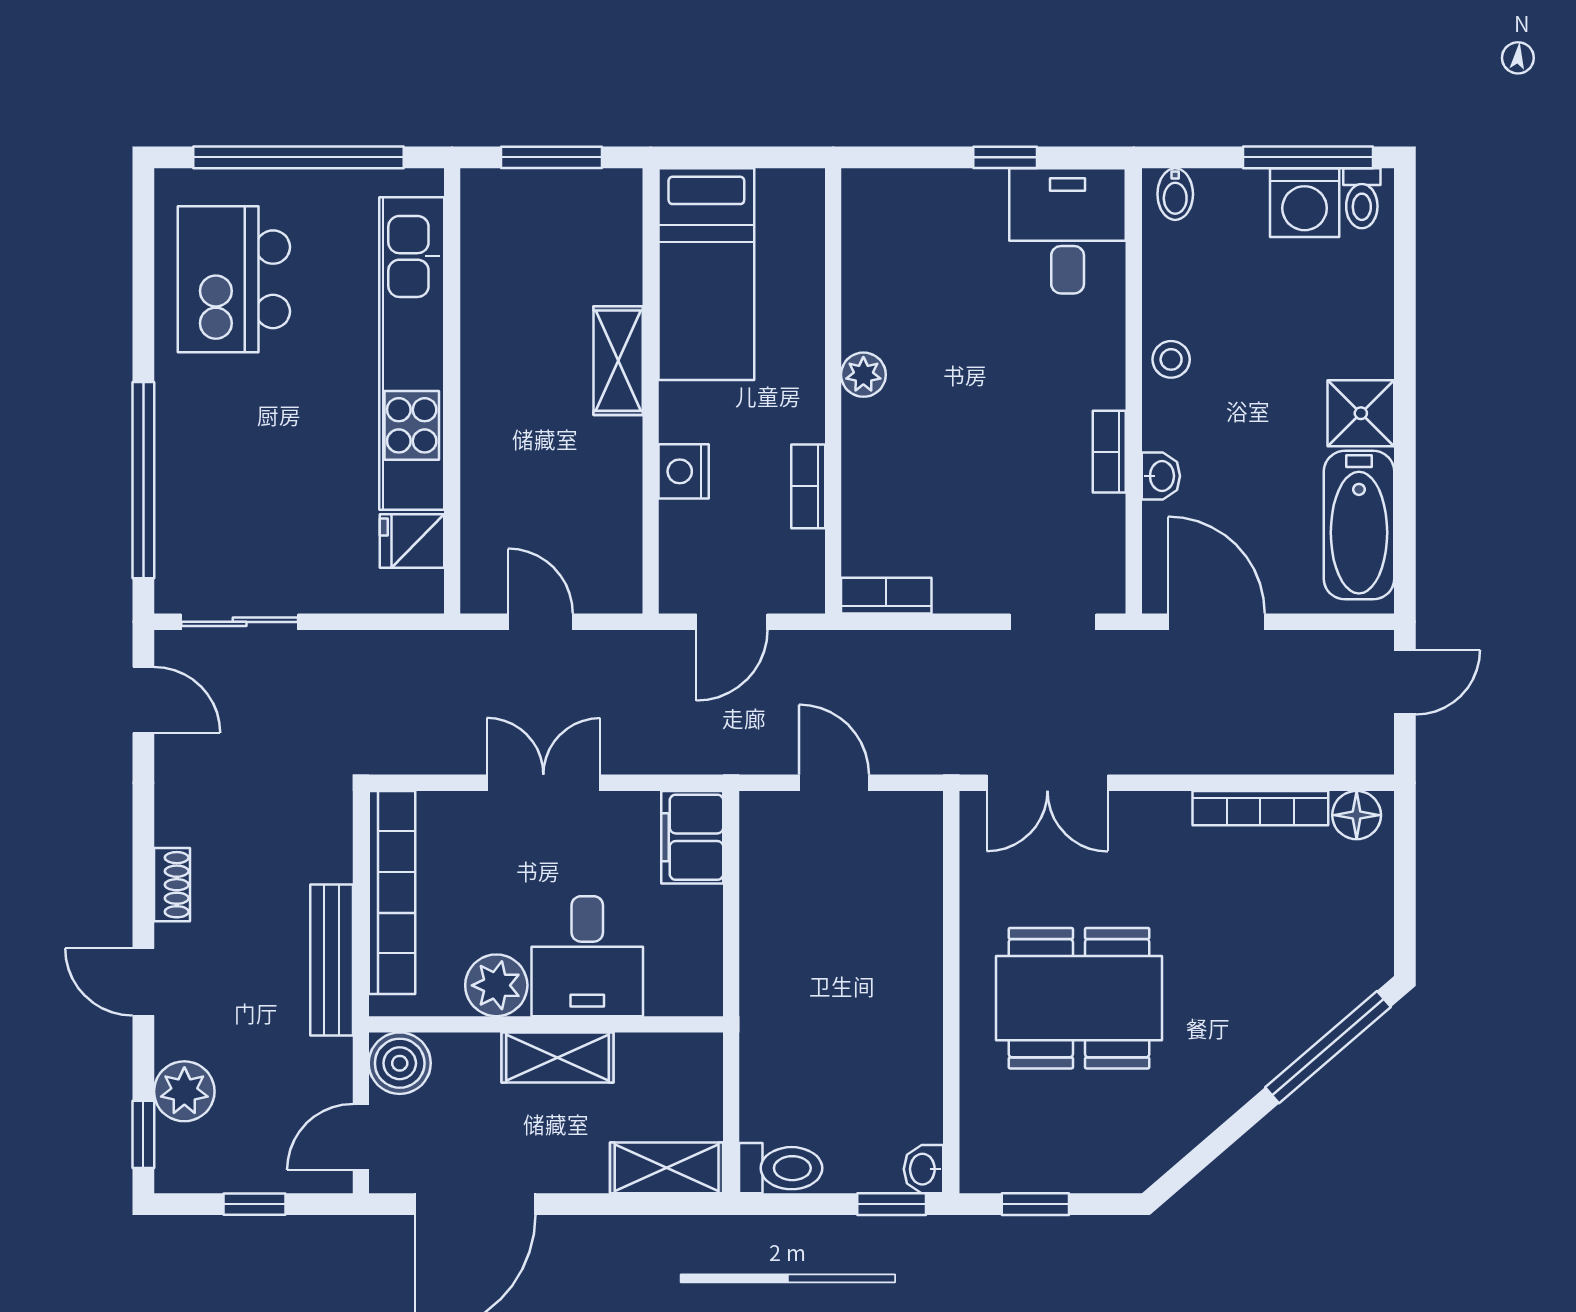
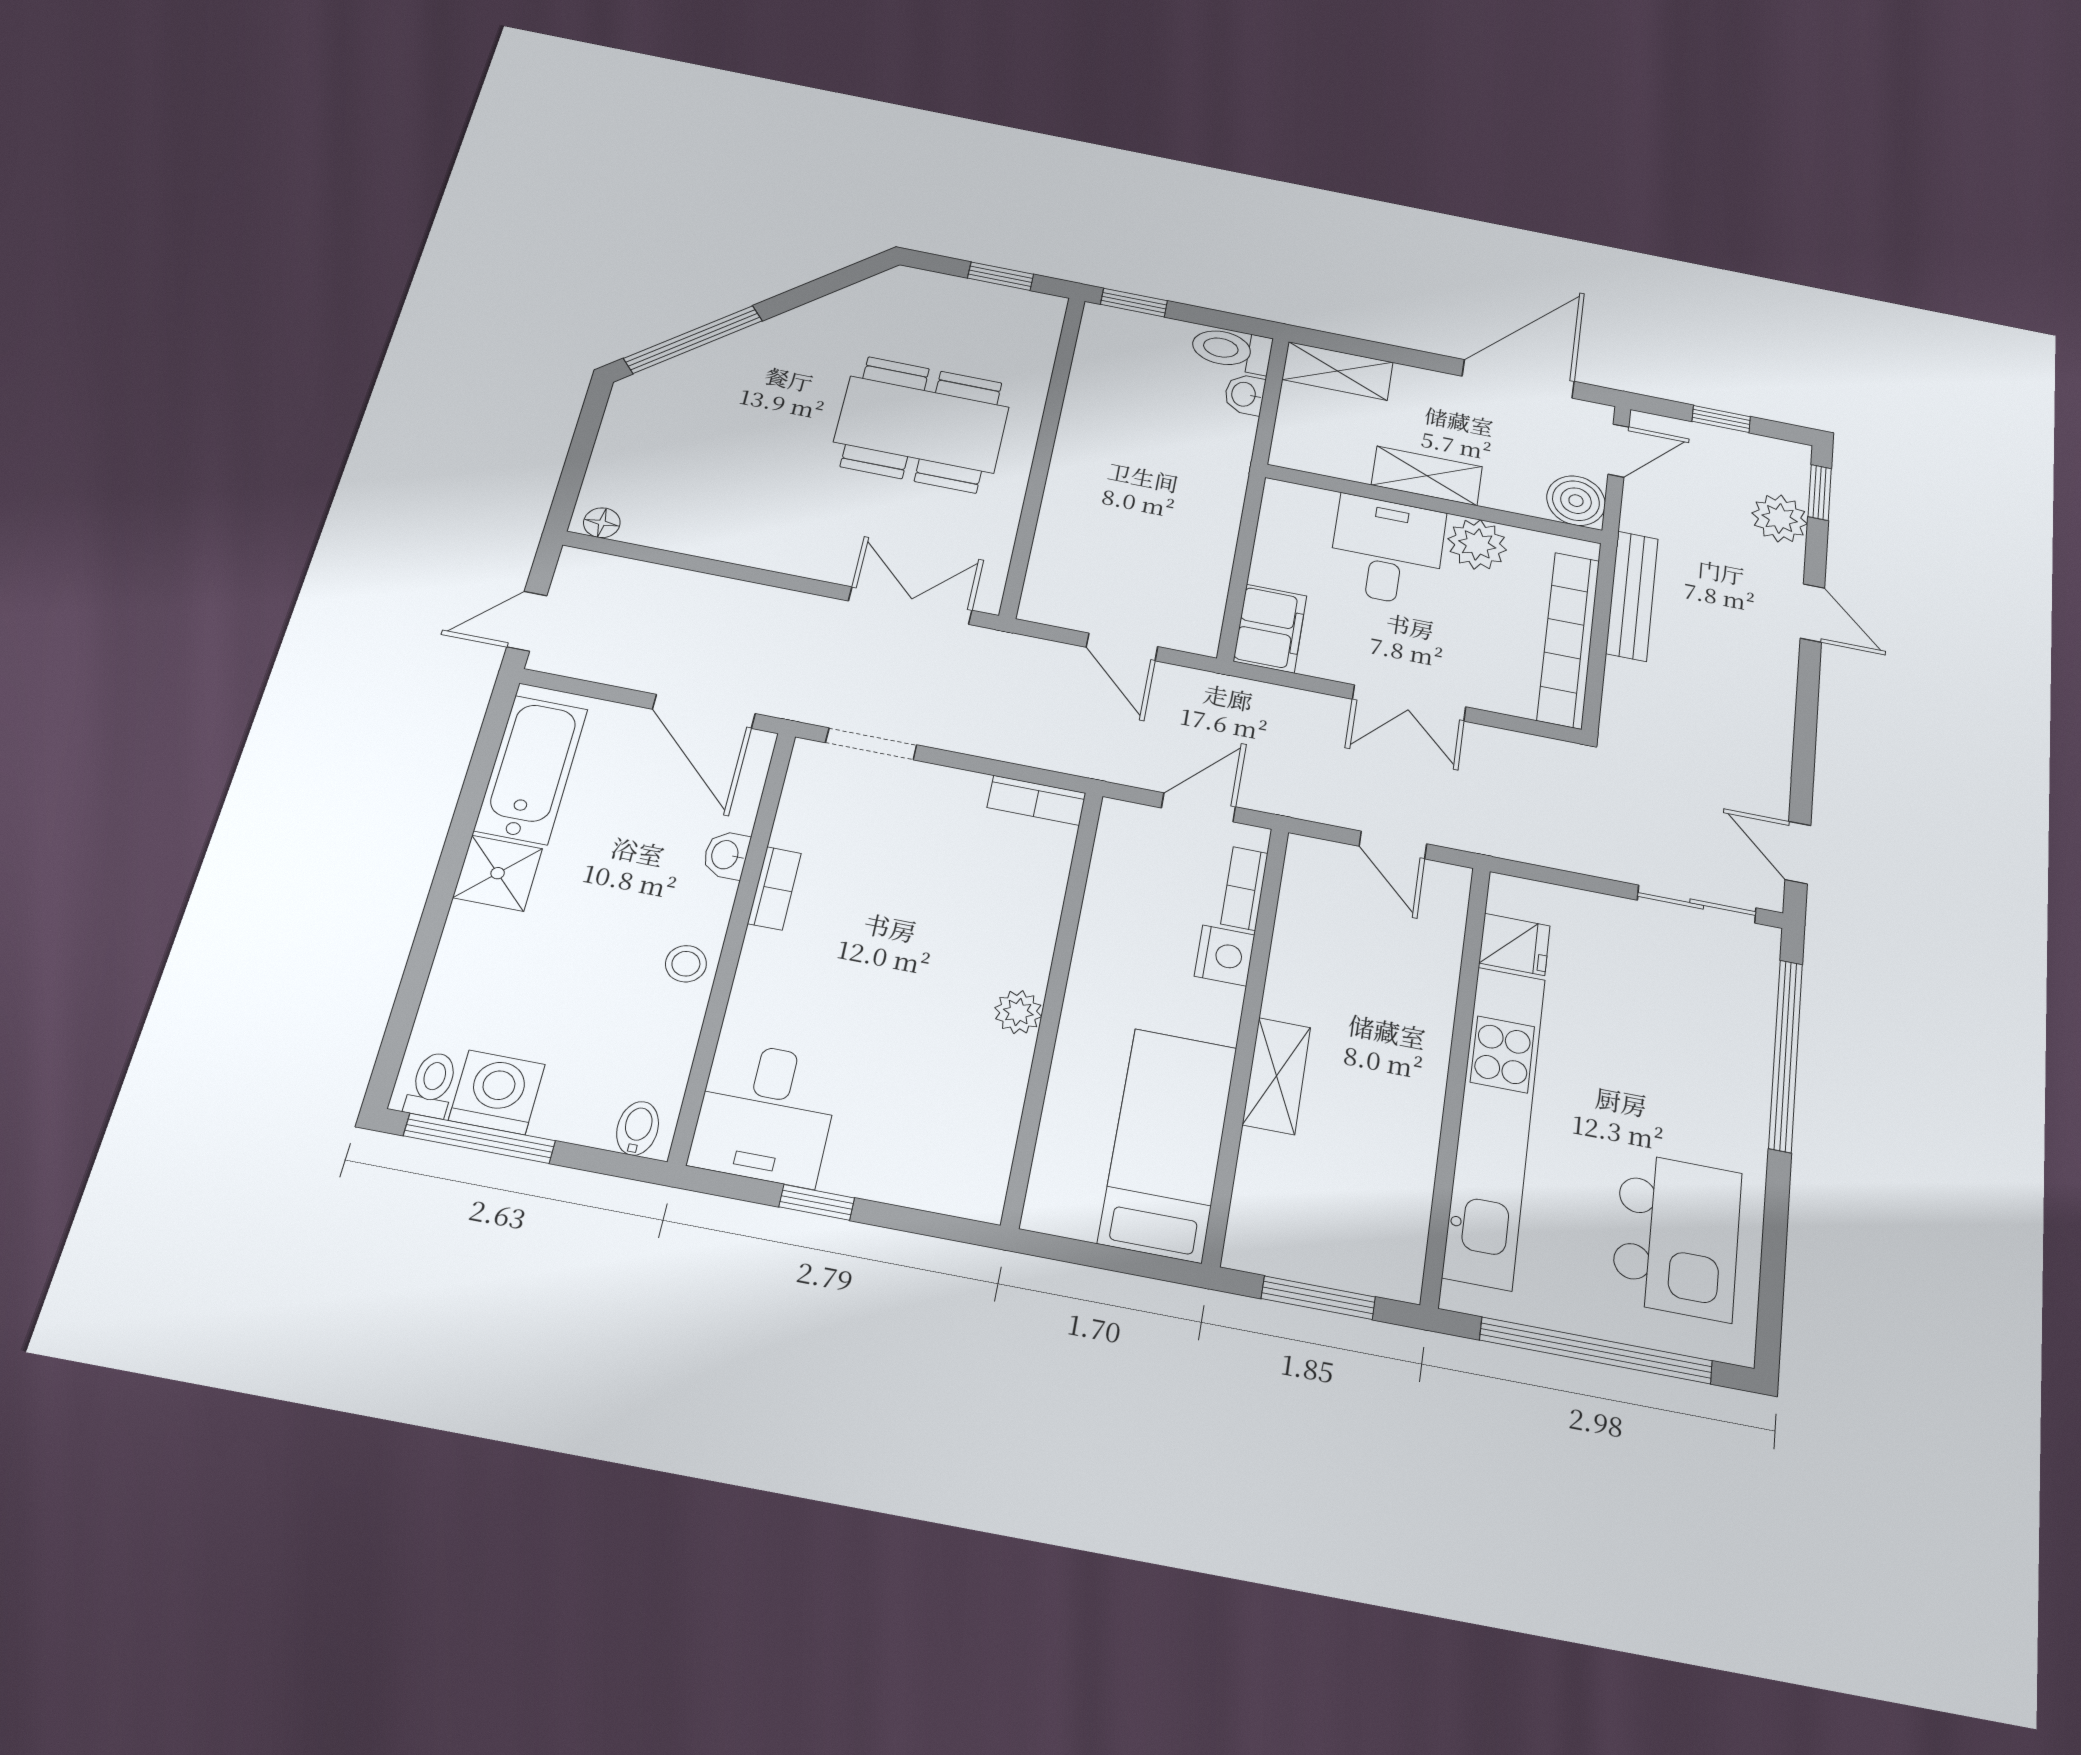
bookcase: (808, 486) -> (1244, 889), moved, turned 180
bookcase: (1260, 808) -> (704, 543), removed
floor lamp: (1357, 815) -> (602, 523), width x0.73, depth x0.73
shoe rack: (172, 885) -> (1780, 688), removed
washbasin: (924, 1169) -> (1245, 394), moved, turned 180

